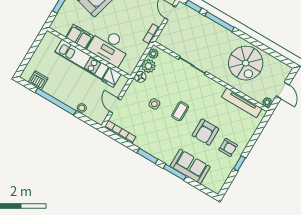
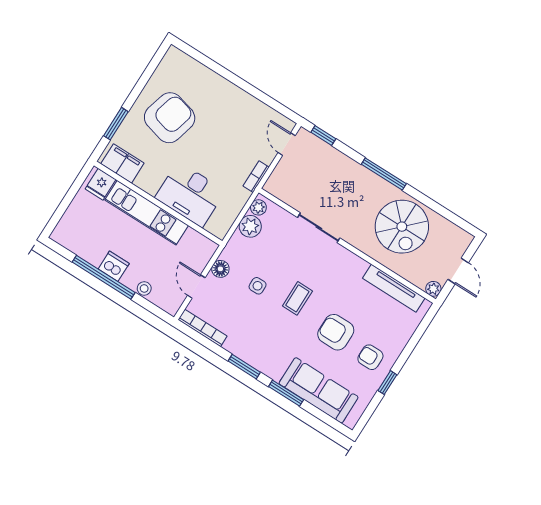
window: (219, 22) -> (384, 174), moved
filing cabinet: (79, 37) -> (122, 163), moved
fridge: (111, 77) -> (101, 184), moved
floor lamp: (140, 77) -> (220, 269), moved
dishwasher: (38, 80) -> (114, 266), moved
armchair: (205, 132) -> (336, 332), turned 90
armchair: (228, 147) -> (370, 357), turned 180
sofa: (190, 166) -> (319, 390), width x1.36

